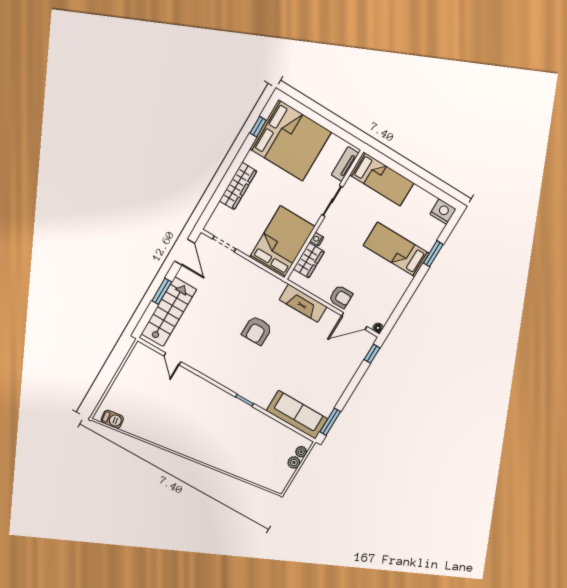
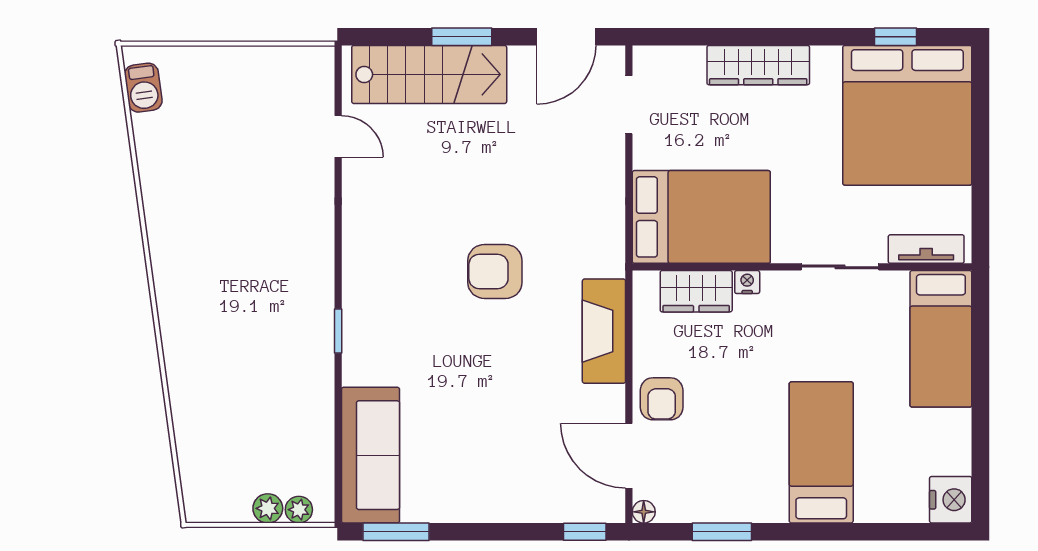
window: (433, 254) -> (722, 532), moved
door: (172, 359) -> (338, 136), swing flipped

